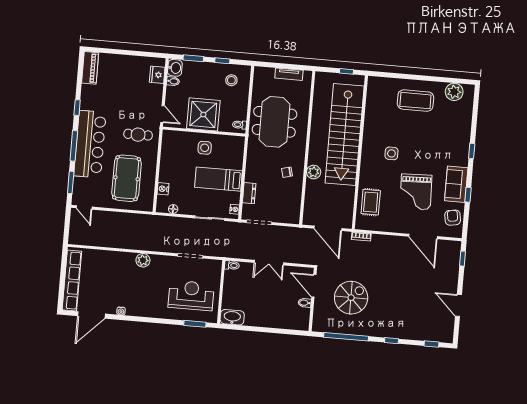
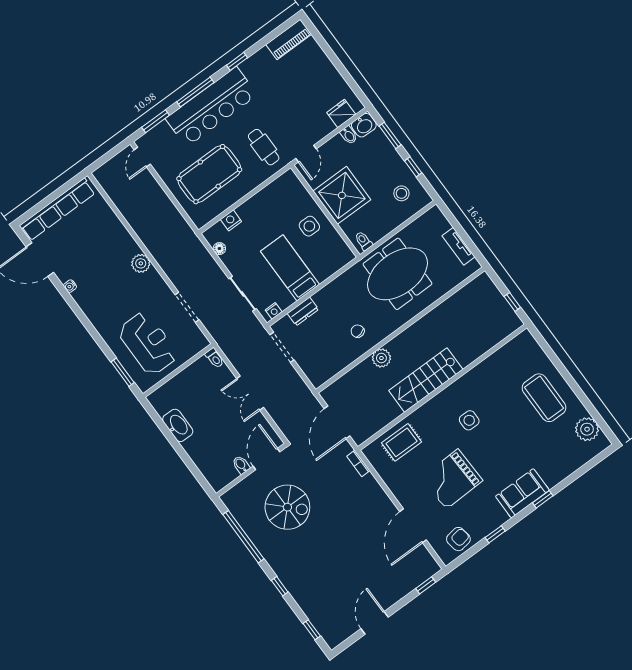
stairs: (345, 134) -> (426, 380), width x0.54, depth x0.66
sofa: (456, 184) -> (522, 493), moved
washbasin: (232, 317) -> (178, 425), moved

